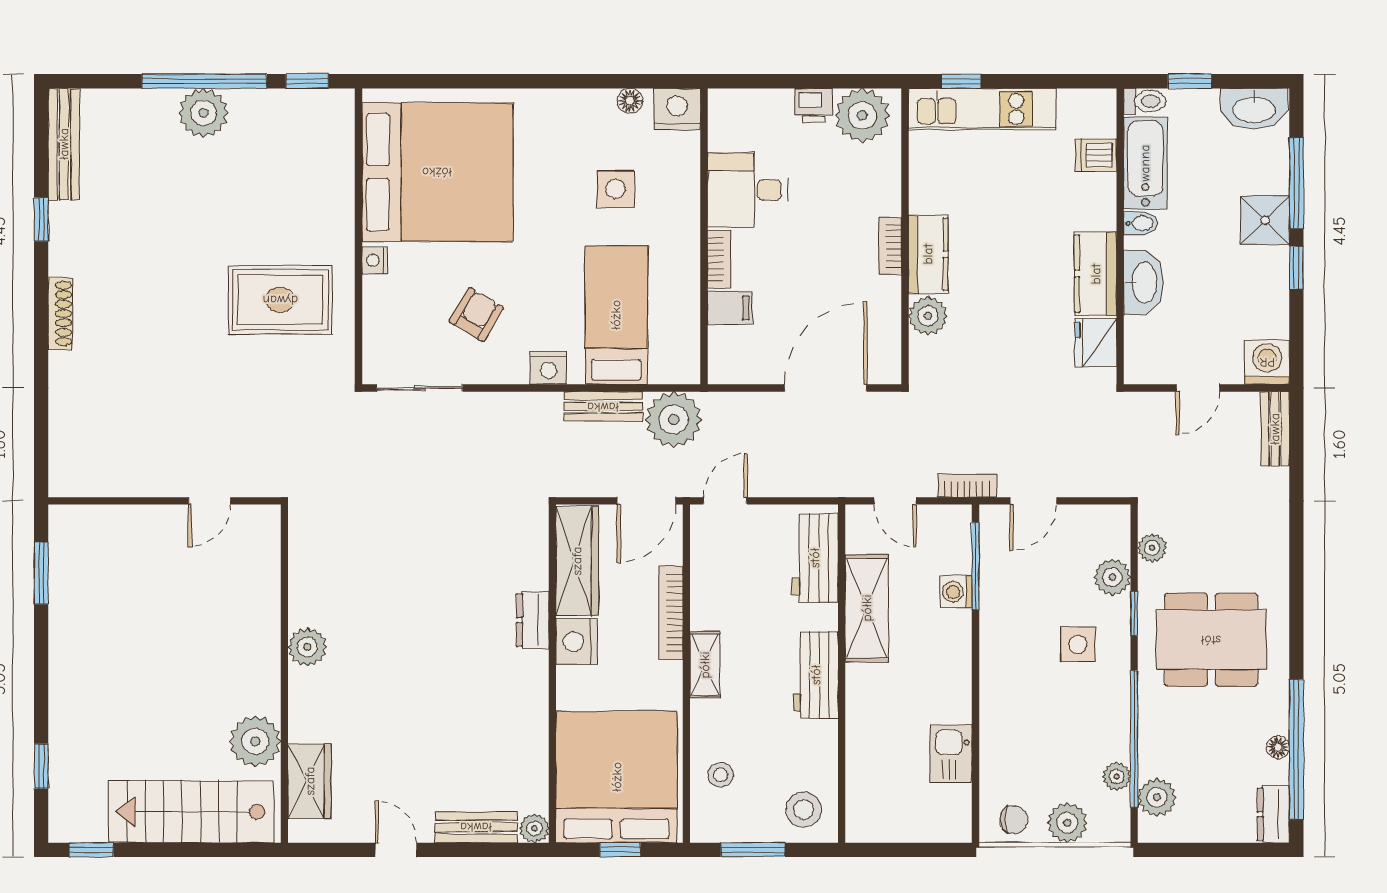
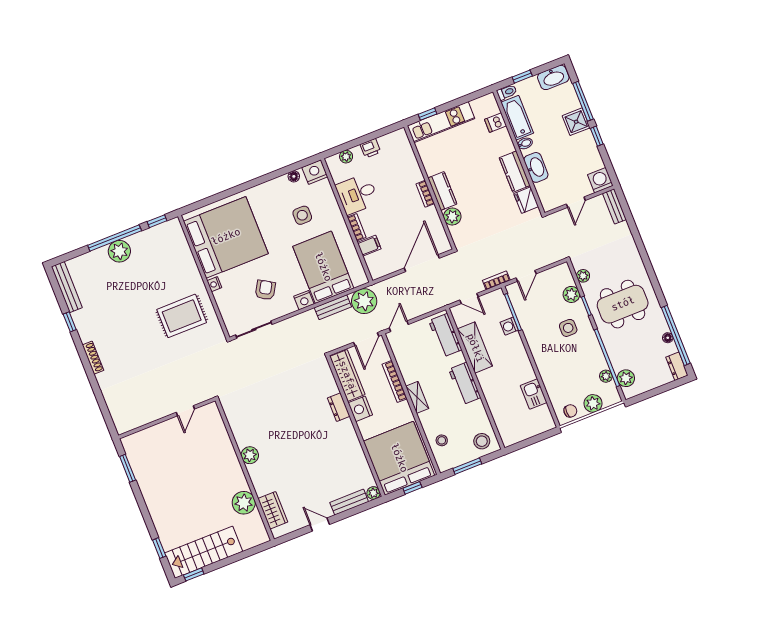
plant: (862, 115) -> (346, 157), moved, width x0.53, depth x0.53
bed: (616, 315) -> (323, 267), width x1.50
stairs: (191, 812) -> (204, 552), moved

